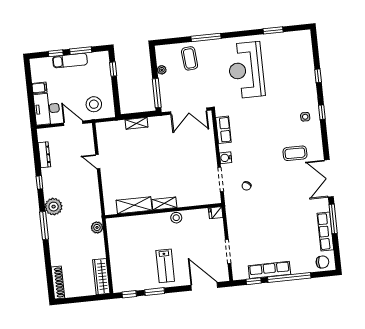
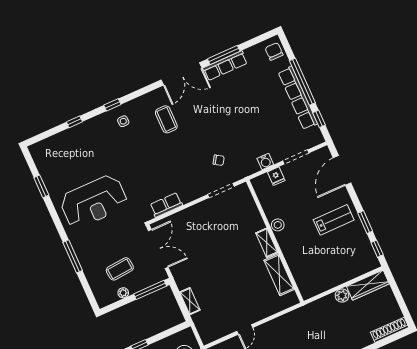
coffee table: (190, 58) -> (120, 269), moved
water cooler: (226, 158) -> (265, 162), moved
fridge: (216, 213) -> (276, 176), moved
plant: (97, 227) -> (342, 296), moved
row of seats: (325, 231) -> (225, 66), moved
row of seats: (269, 270) -> (298, 98), width x1.36

